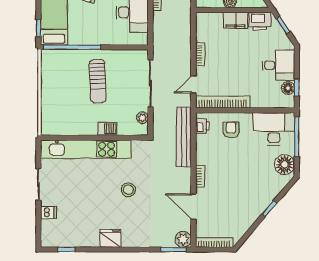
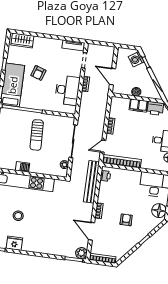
barbecue: (107, 129) -> (22, 167), moved
armchair: (231, 130) -> (126, 220), moved
stool: (128, 190) -> (18, 216), moved
fridge: (110, 238) -> (14, 243), moved

